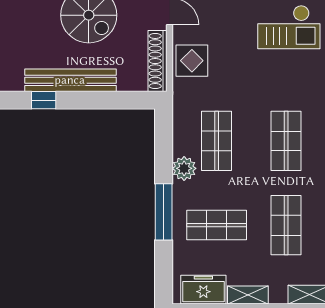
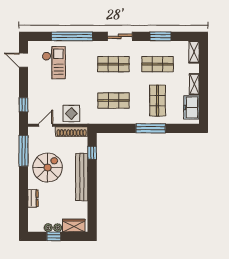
window: (44, 100) -> (92, 153), moved
plant: (184, 168) -> (128, 118), removed

